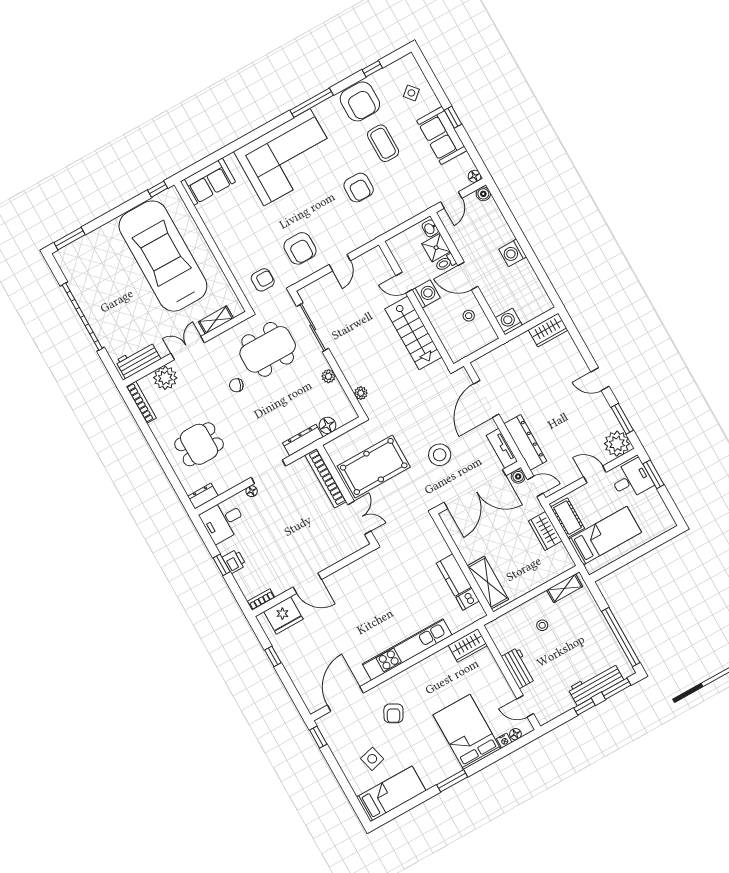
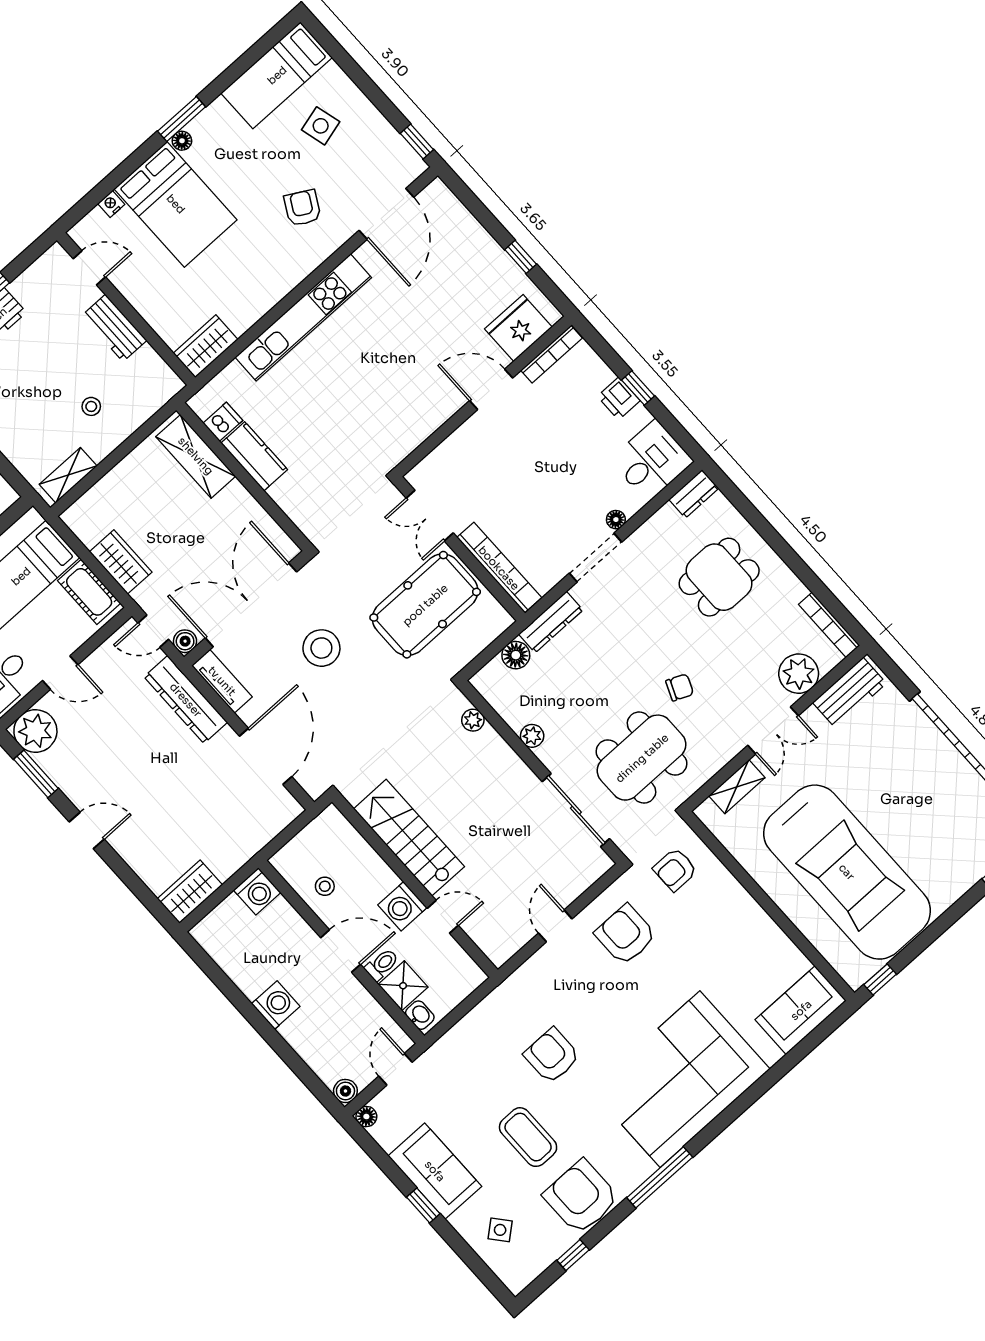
bookcase: (261, 599) -> (551, 354), width x1.56
floor lamp: (515, 734) -> (182, 141), moved

